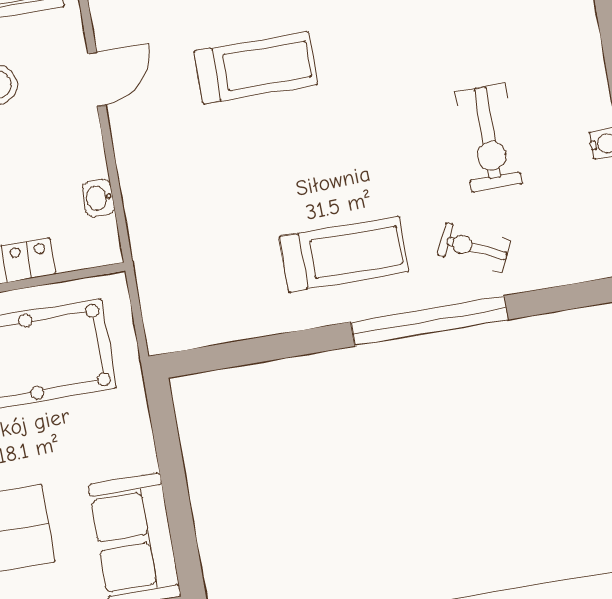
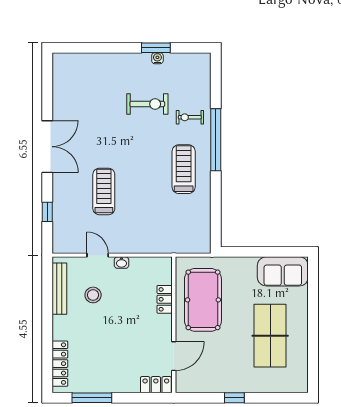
washbasin: (98, 198) -> (121, 263), moved
exercise bike: (474, 248) -> (190, 117), turned 65

